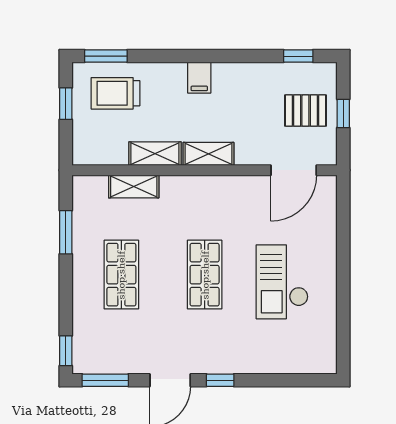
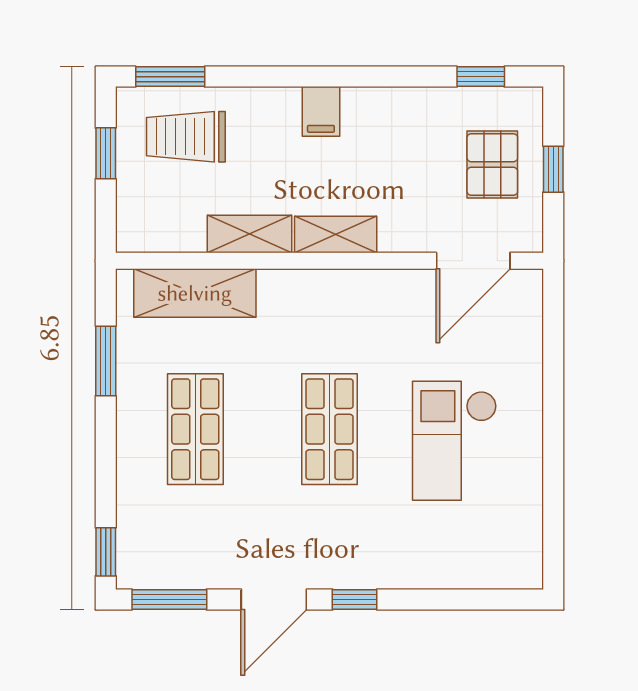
pallet: (305, 111) -> (492, 165), turned 90
shelving: (134, 186) -> (195, 293), width x1.50, depth x1.33

